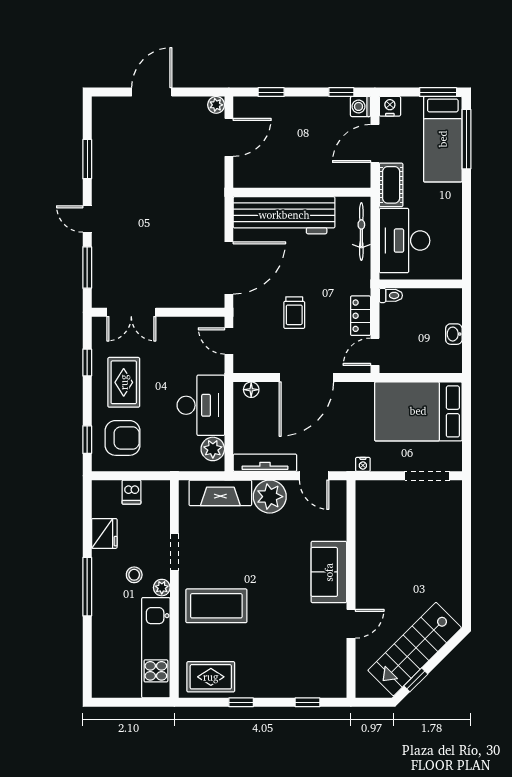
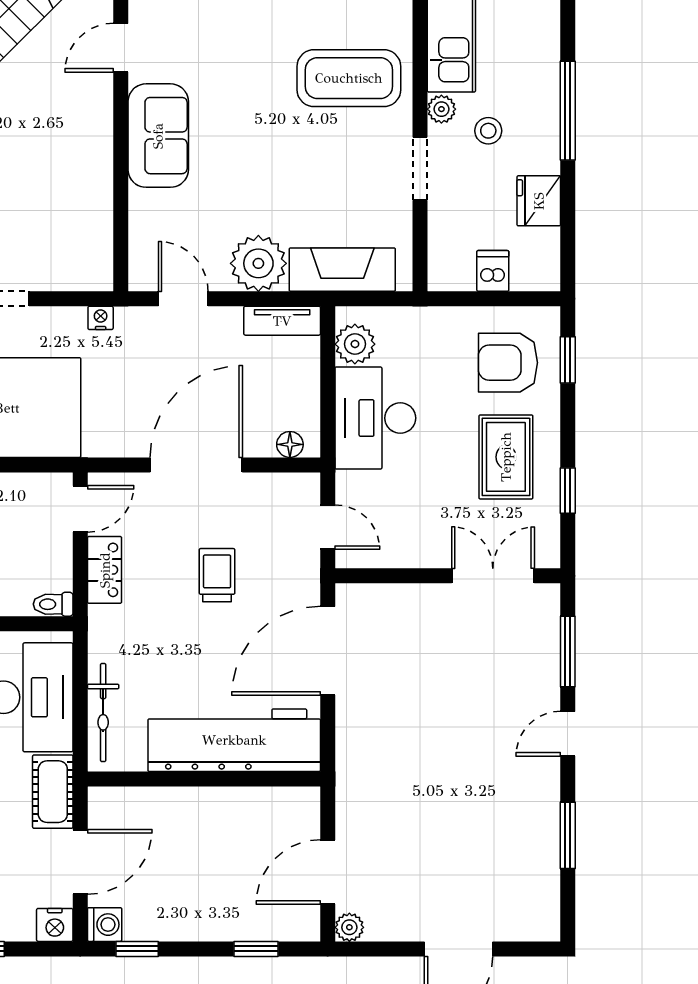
door: (87, 219) -> (568, 734), swing flipped
tv unit: (265, 463) -> (282, 321), width x0.71

